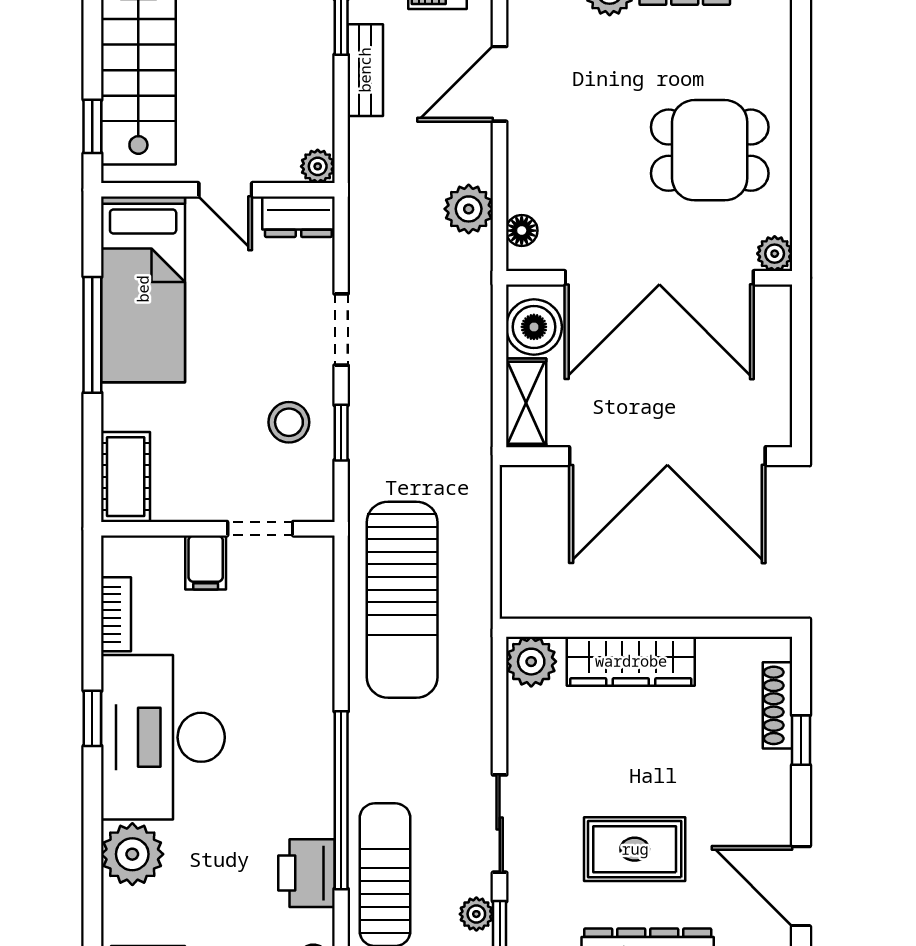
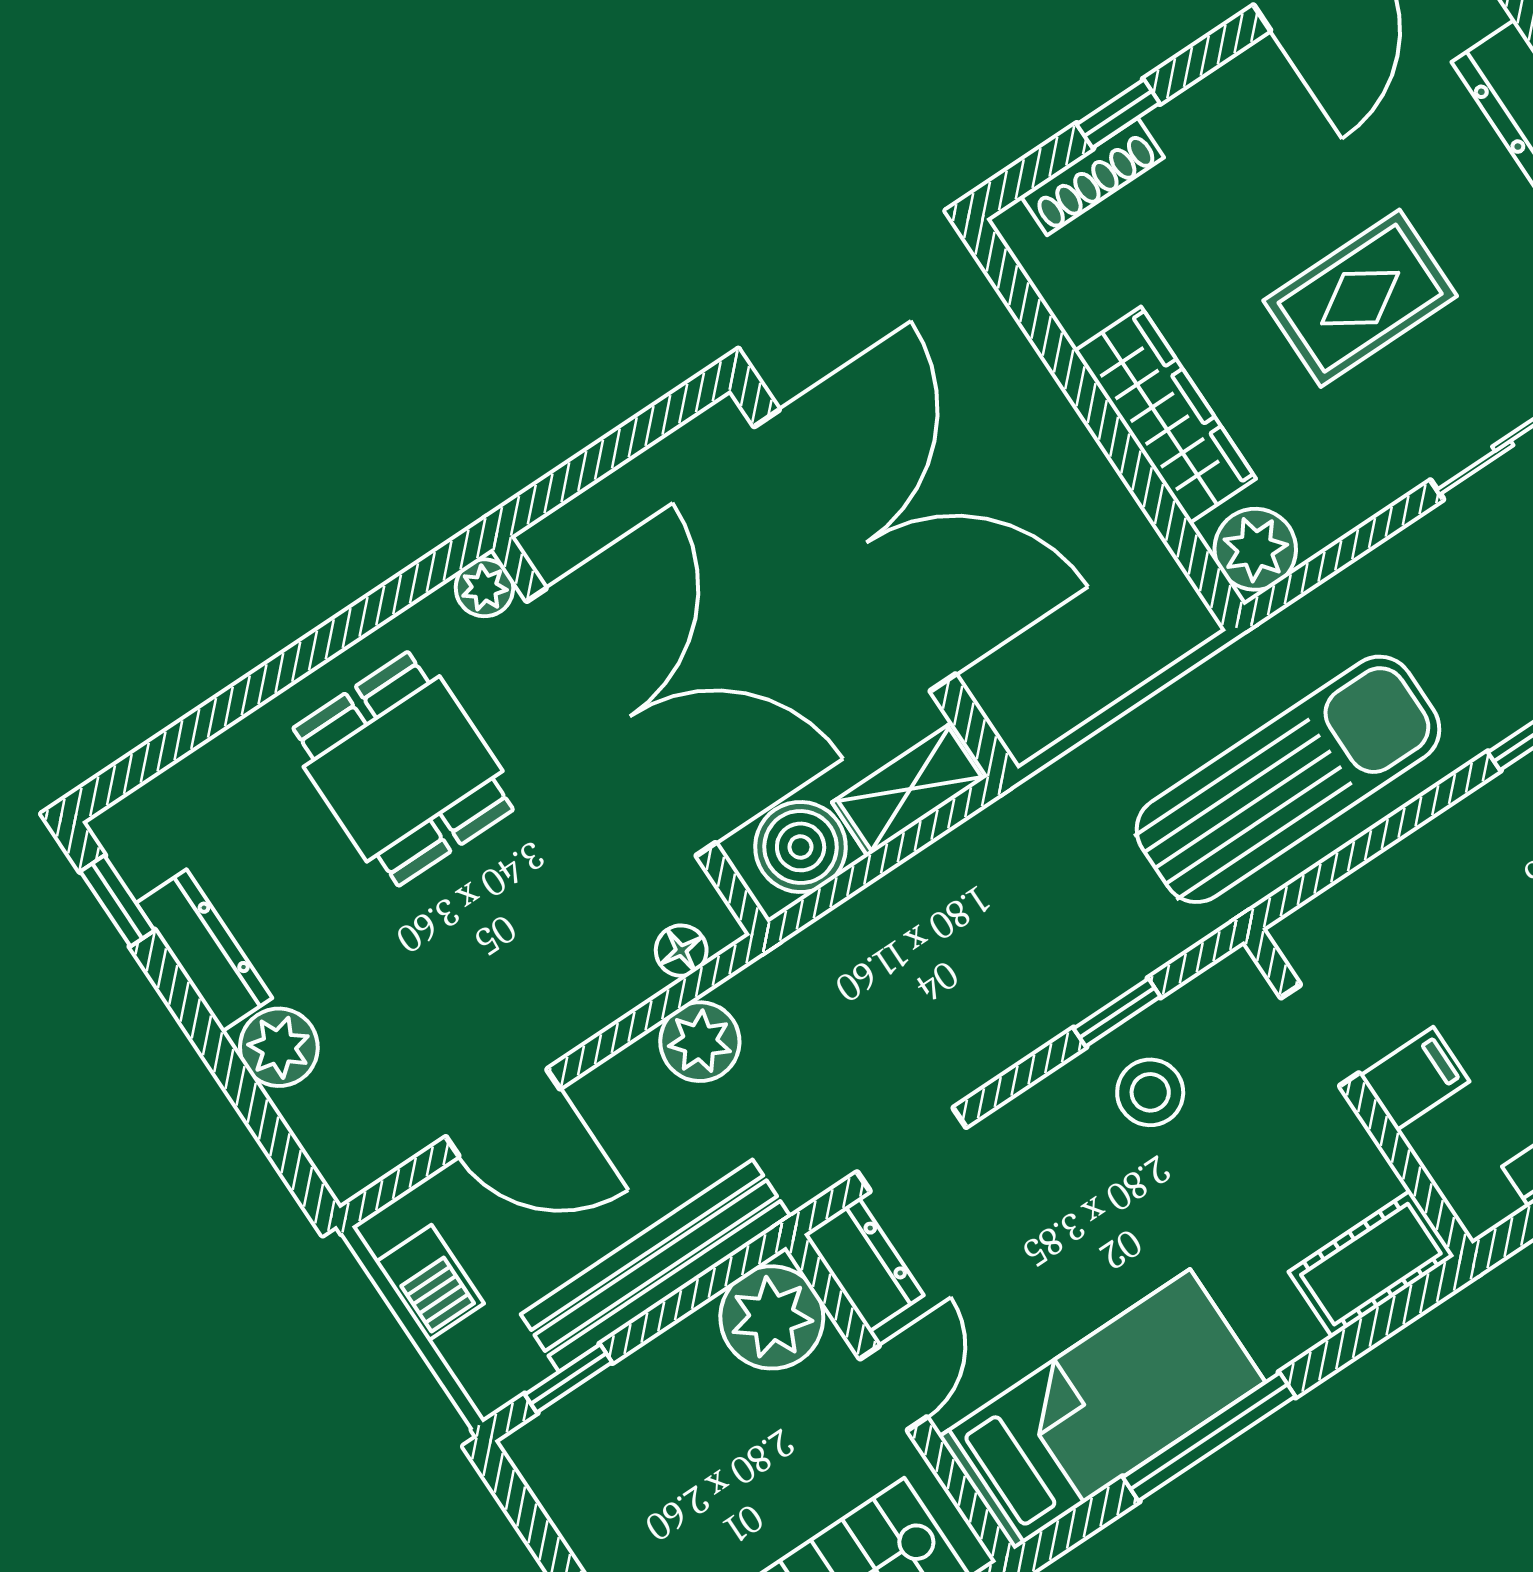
bench: (365, 70) -> (656, 1266), width x1.86, depth x1.21
plant: (318, 166) -> (772, 1317), width x1.88, depth x1.88
doorway: (341, 330) -> (912, 1150), moved
rug: (635, 849) -> (1360, 298), moved, turned 90

